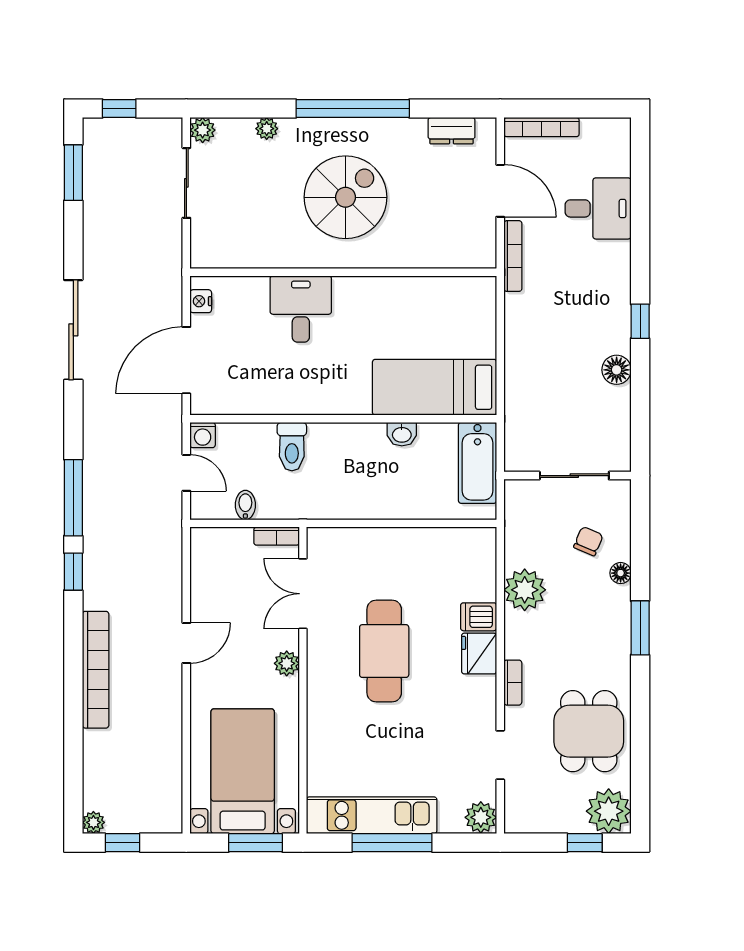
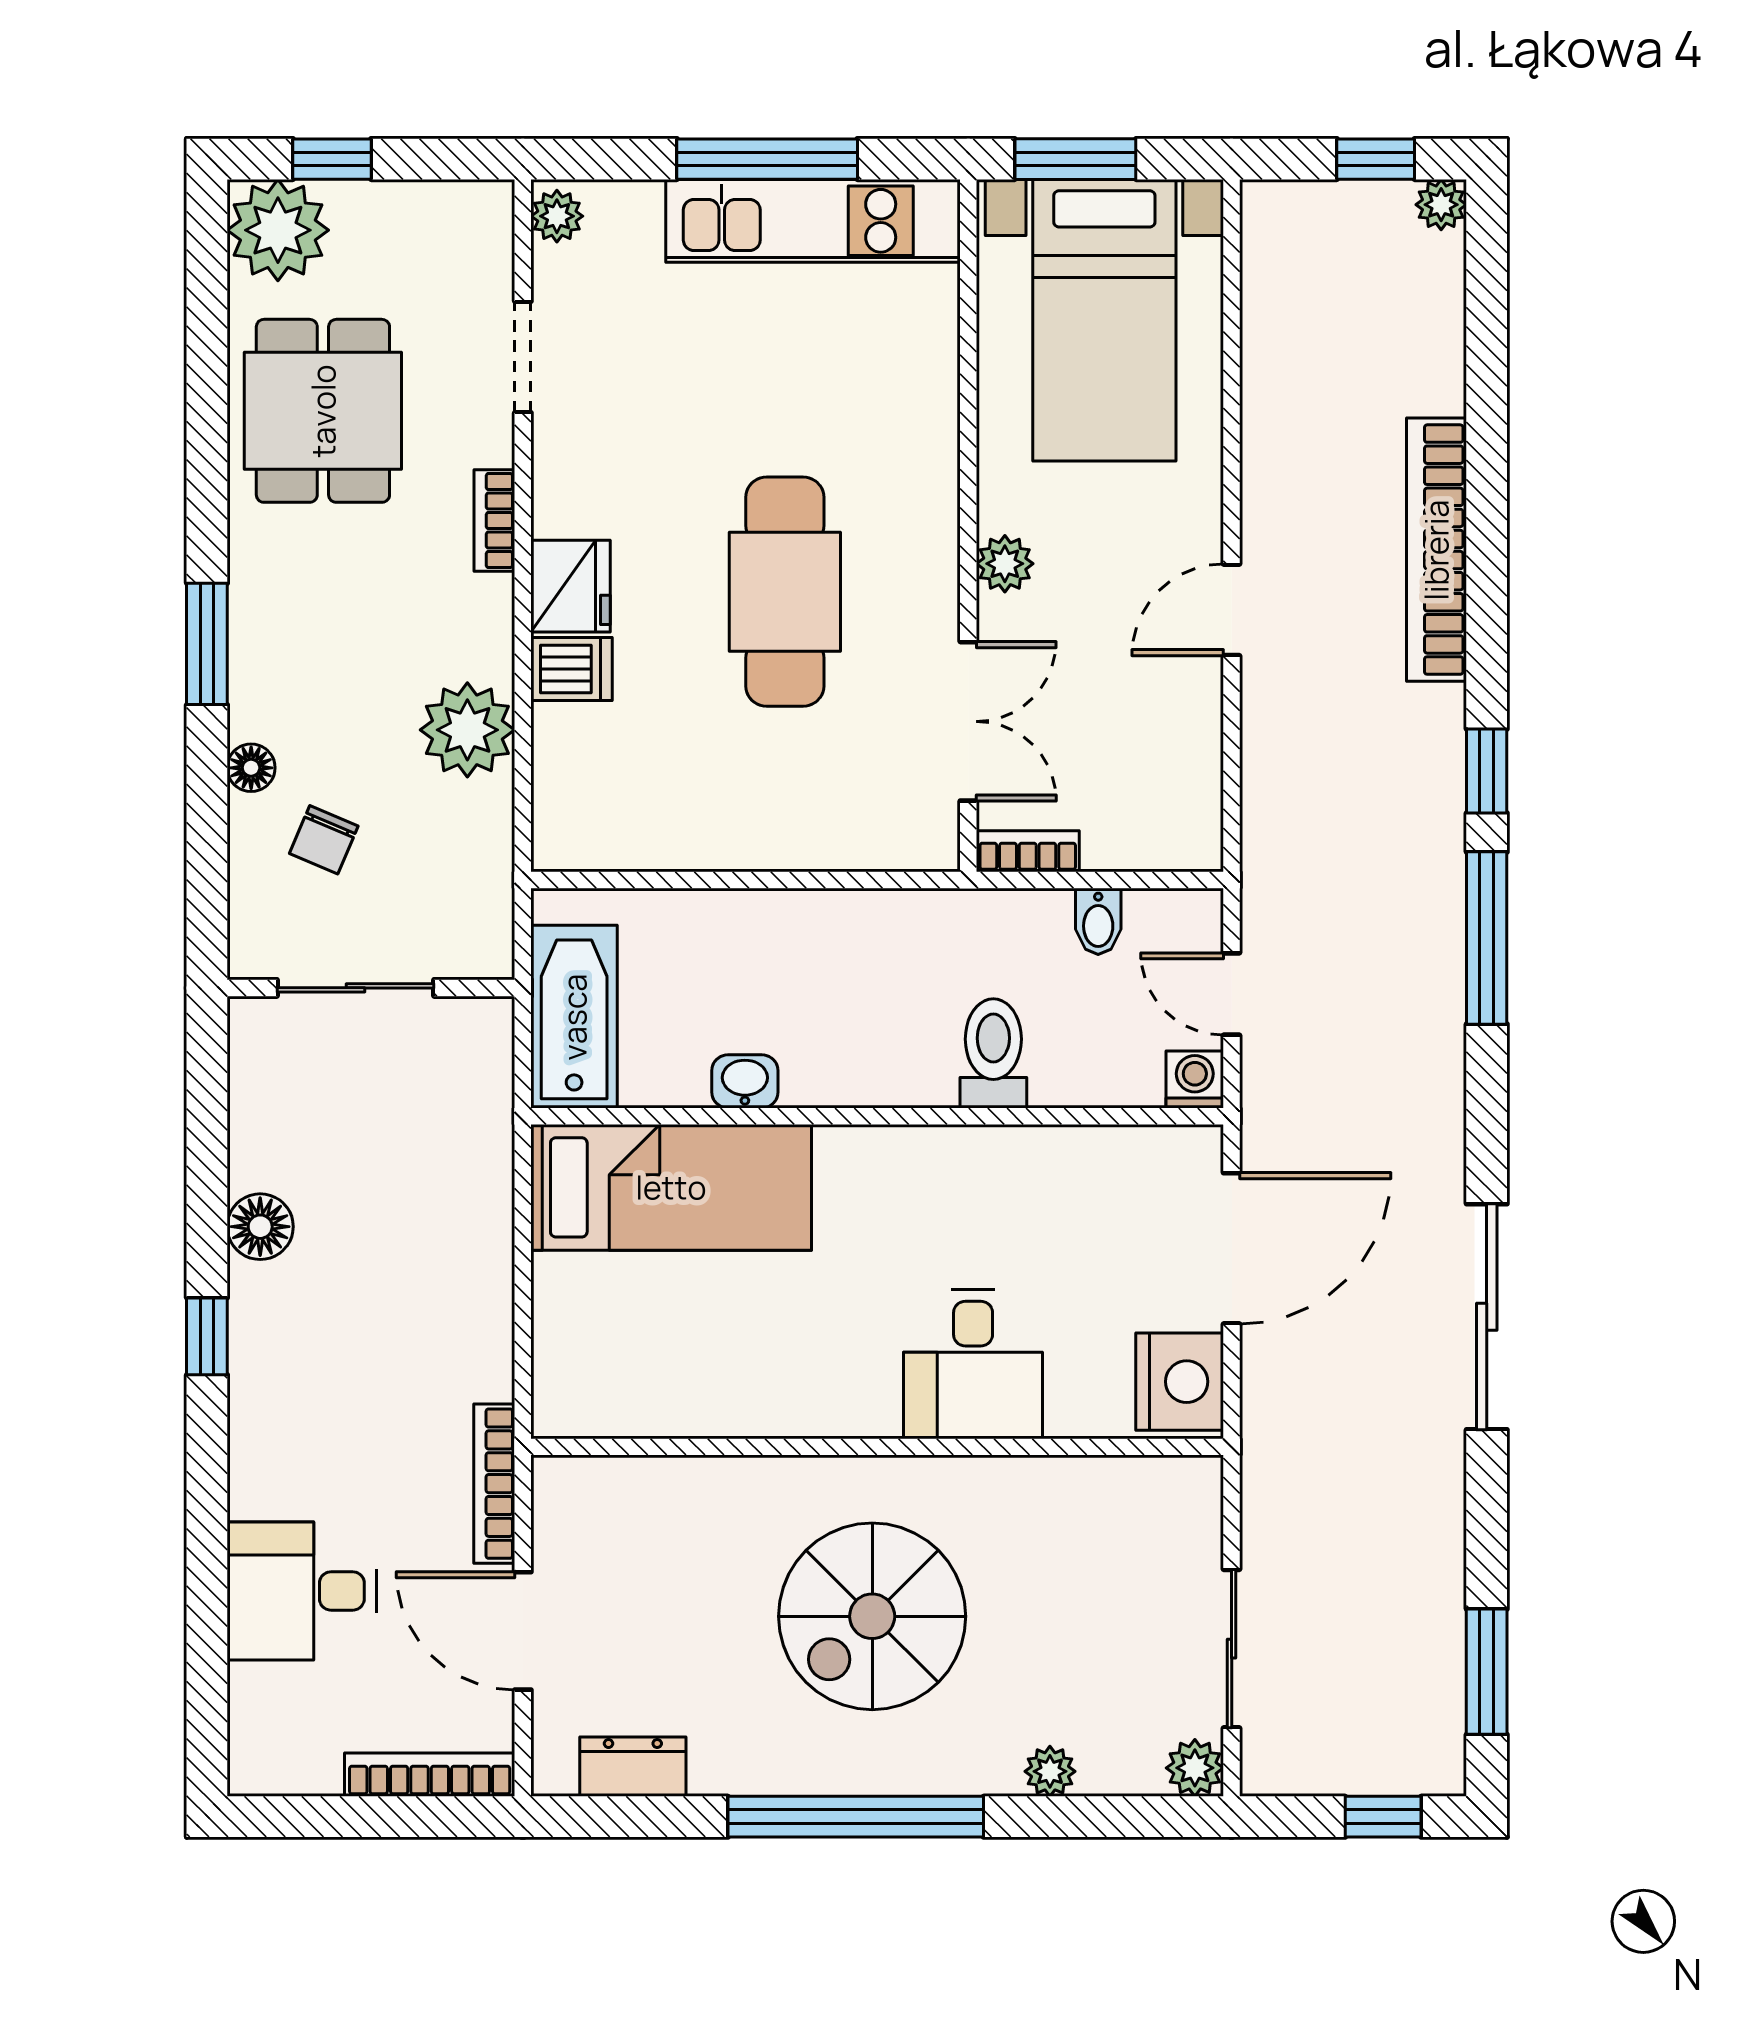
nightstand: (201, 301) -> (1180, 1382), width x1.89, depth x1.79
plant: (481, 817) -> (557, 216), width x0.73, depth x0.73

